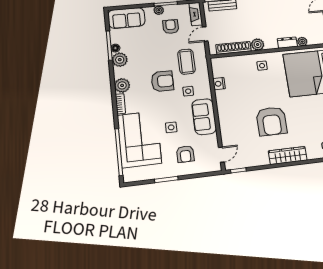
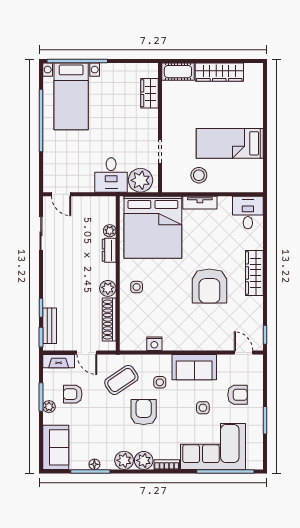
plant: (120, 60) -> (124, 460), moved
coffee table: (186, 62) -> (121, 380), turned -34
armchair: (272, 121) -> (209, 286), turned 90

